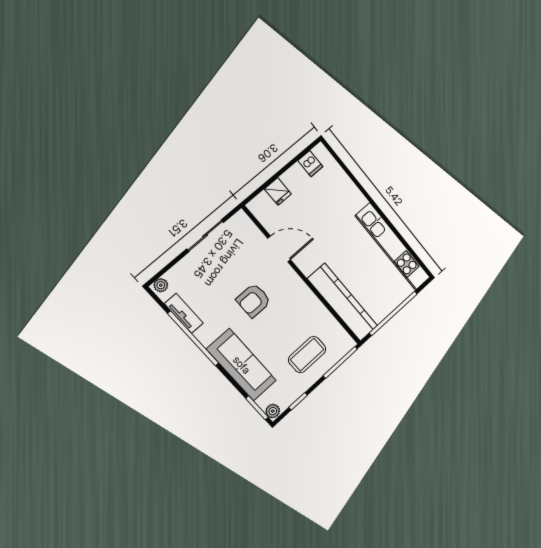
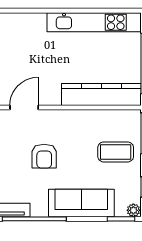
coffee table: (307, 354) -> (116, 152), turned 90

